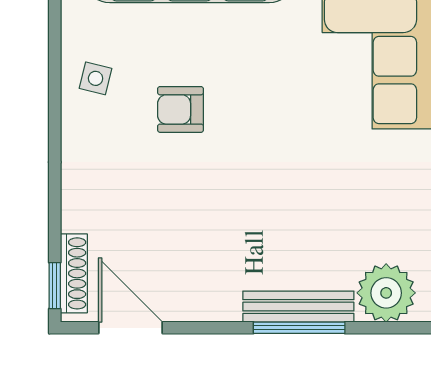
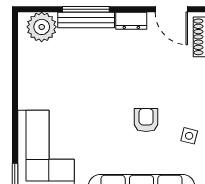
armchair: (181, 109) -> (146, 120), turned -90
dresser: (210, 305) -> (131, 21), added

